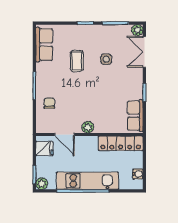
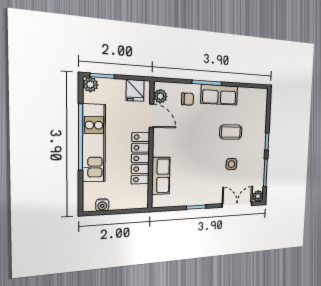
row of seats: (44, 45) -> (219, 95), moved
row of seats: (135, 116) -> (161, 176), moved, turned 90
plant: (88, 127) -> (160, 96), moved
door: (65, 134) -> (151, 116), swing flipped
locker: (121, 143) -> (140, 158), moved

